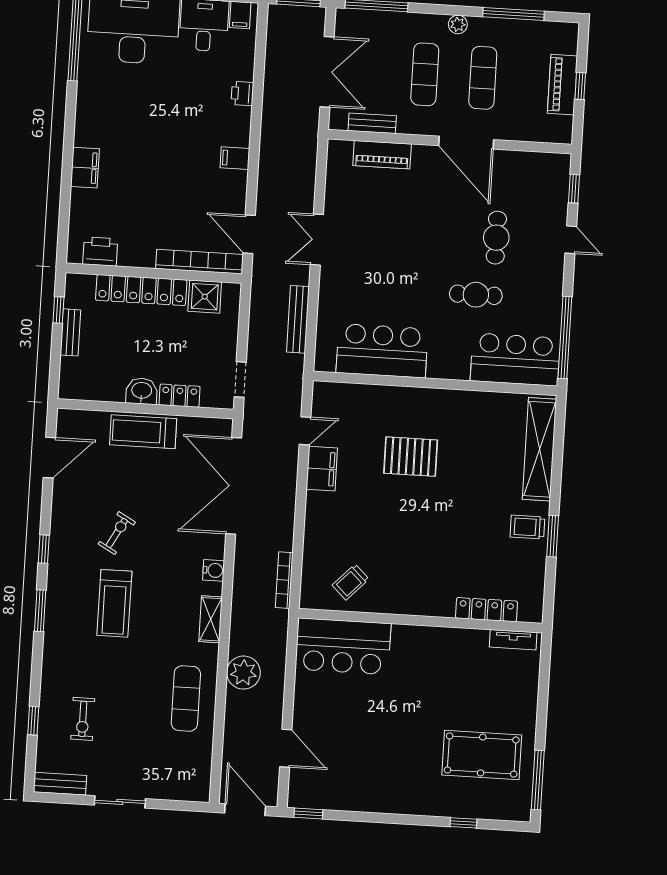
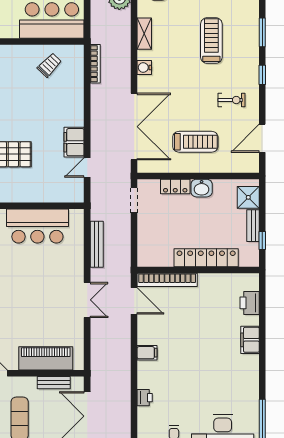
piano: (382, 155) -> (46, 358), width x1.37, depth x1.33
printer: (100, 252) -> (250, 303), moved, turned 90
shower: (205, 297) -> (248, 197), moved
treadmill: (143, 432) -> (195, 142), moved
exercise bike: (117, 533) -> (231, 100), moved, turned -119

